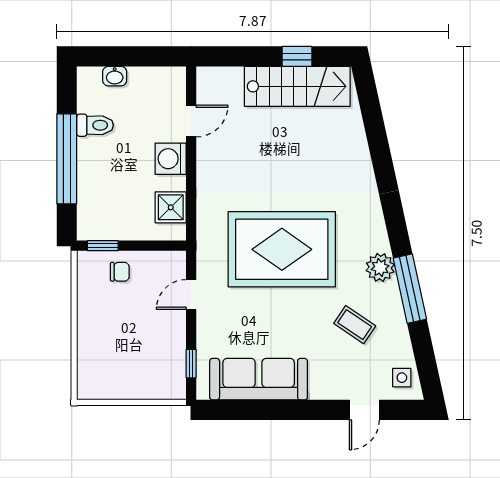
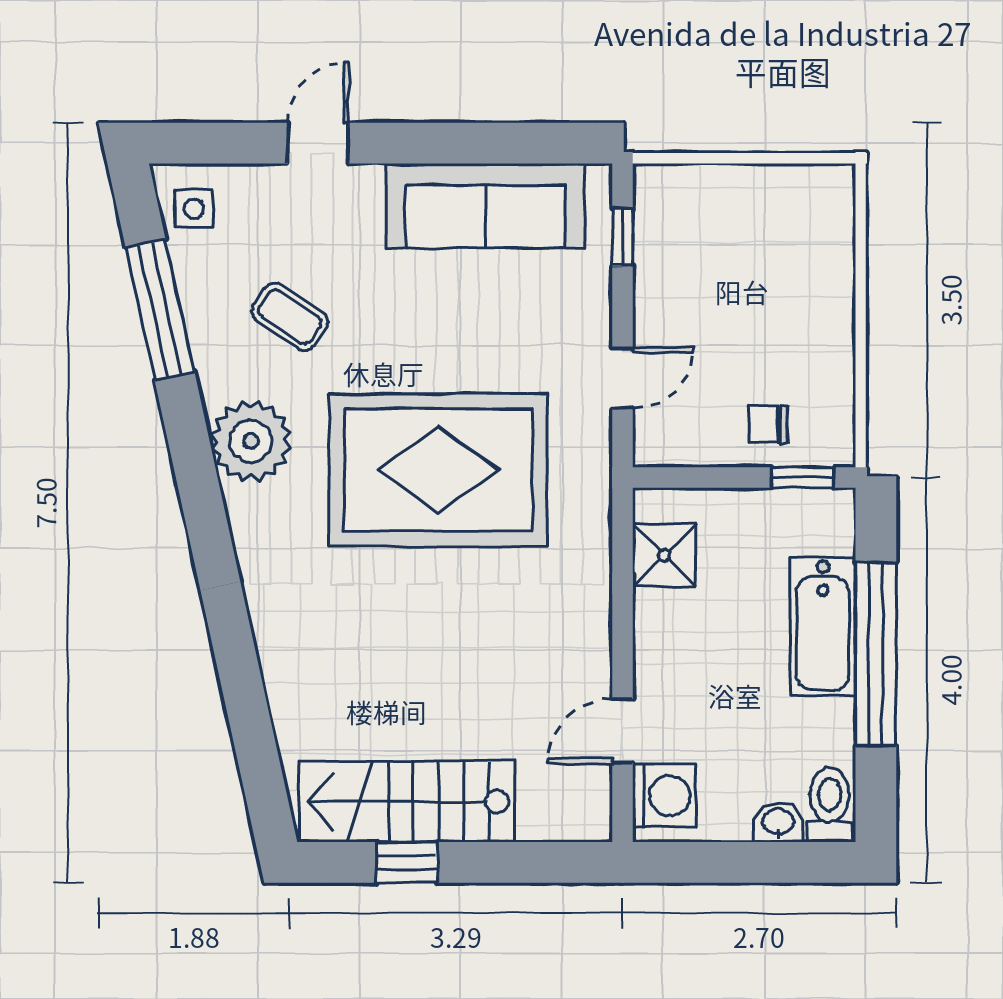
toilet: (95, 125) -> (830, 805), moved, turned 90
washing machine: (171, 159) -> (664, 796), moved
bathtub: (93, 172) -> (823, 626), added
plant: (380, 268) -> (251, 441), width x1.36, depth x1.36
window: (410, 289) -> (160, 310), moved
door: (364, 410) -> (318, 143), moved

